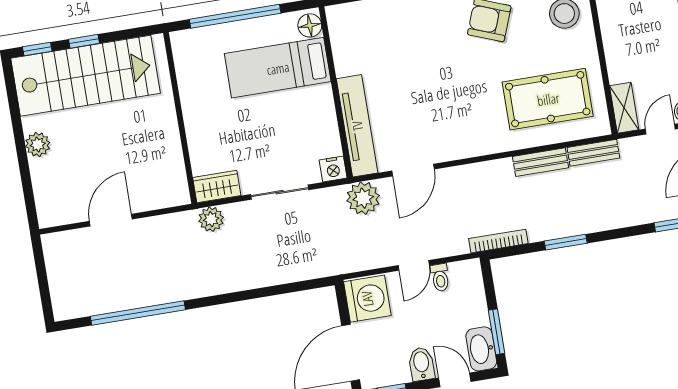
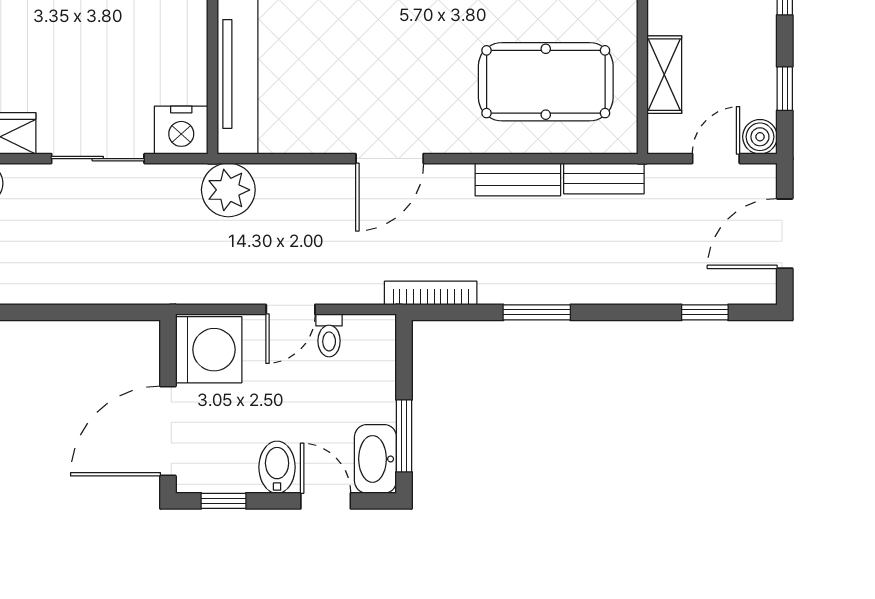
shelving: (624, 108) -> (664, 75), moved
nightstand: (333, 169) -> (181, 130), width x1.36, depth x1.33
door: (413, 170) -> (390, 159), moved

